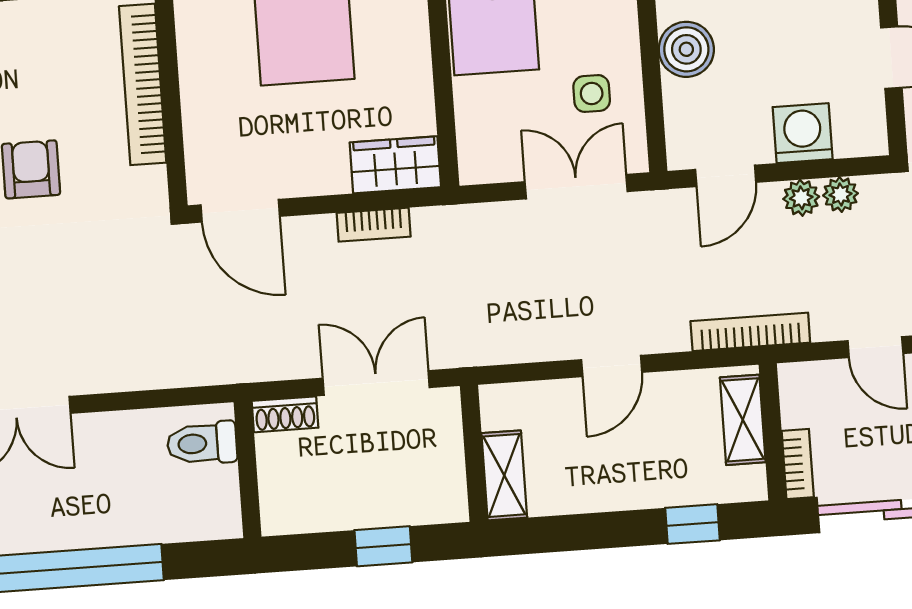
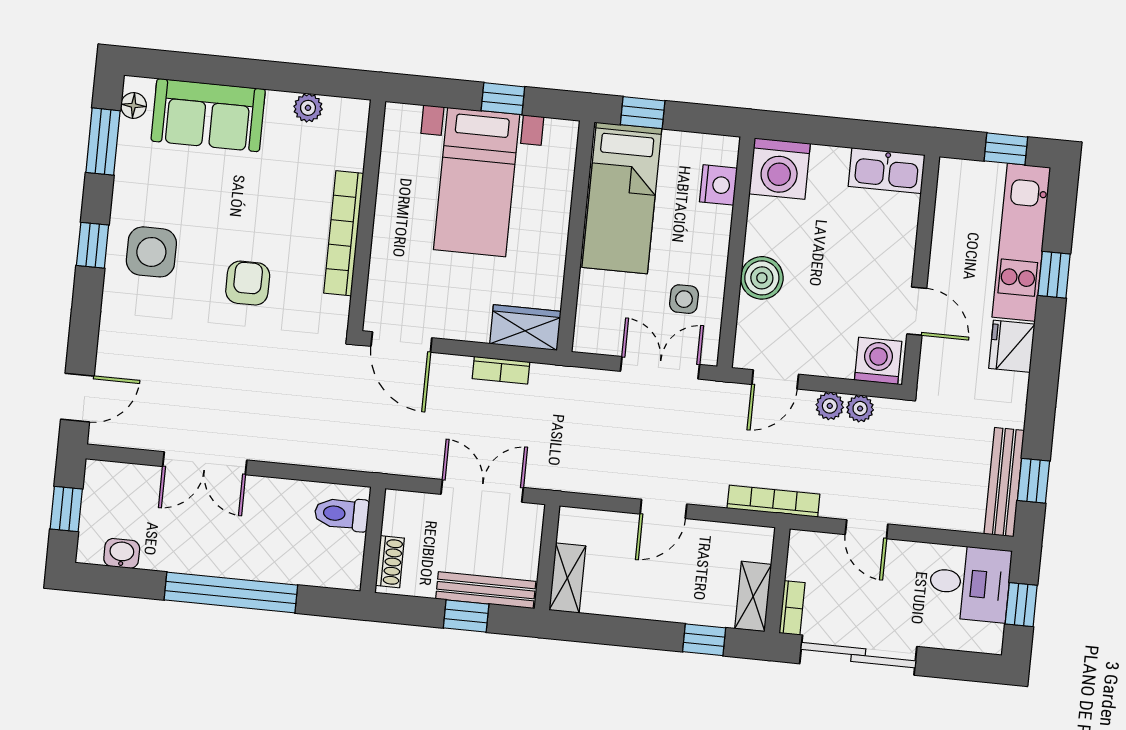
washing machine: (803, 133) -> (878, 361), moved
shoe rack: (285, 414) -> (390, 562), moved, turned -90
shelving: (743, 420) -> (753, 596), moved
bench: (403, 509) -> (486, 590), added

